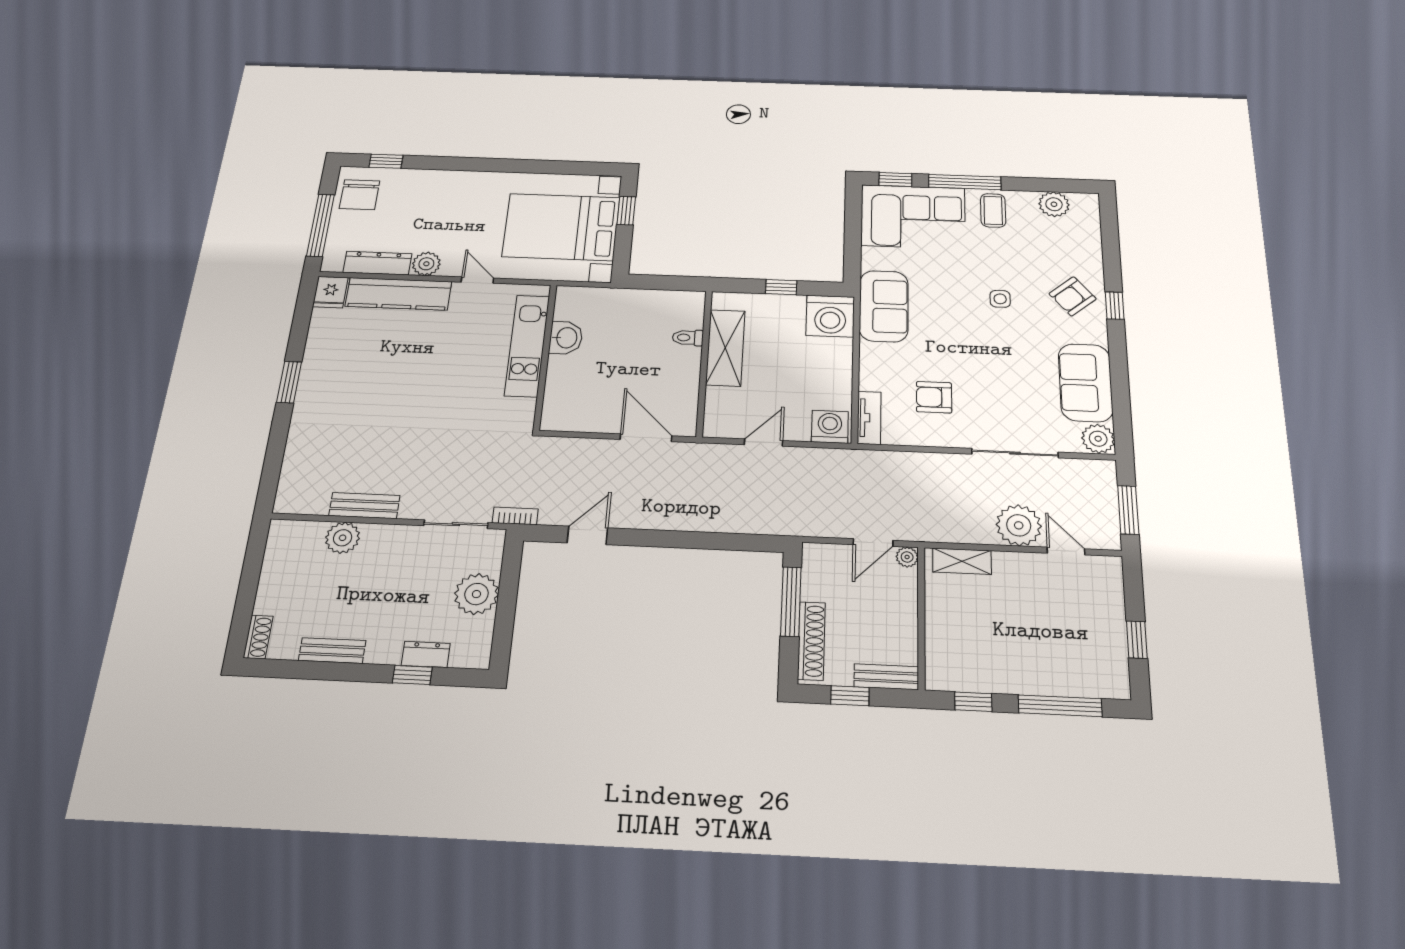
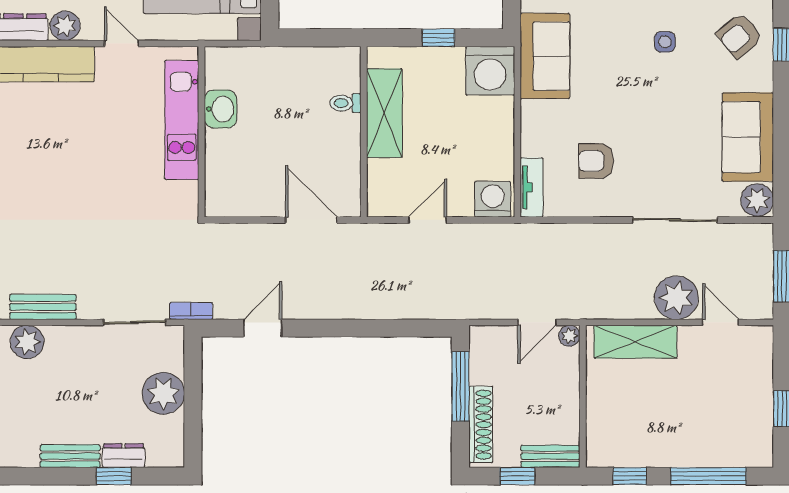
shelving: (962, 561) -> (635, 342), width x1.50, depth x1.33
bench: (332, 651) -> (70, 456), moved

